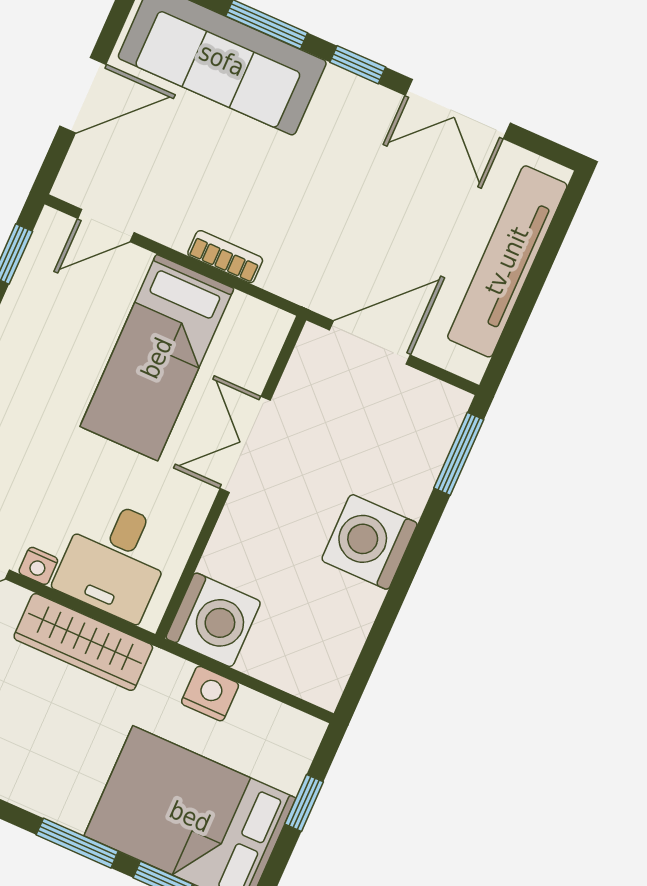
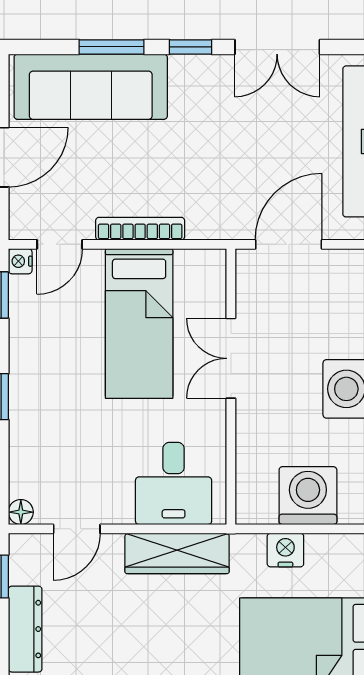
bookcase: (225, 257) -> (140, 229), width x1.56
nightstand: (38, 566) -> (20, 261), moved, turned 90
washing machine: (213, 620) -> (308, 496), moved, turned -90

